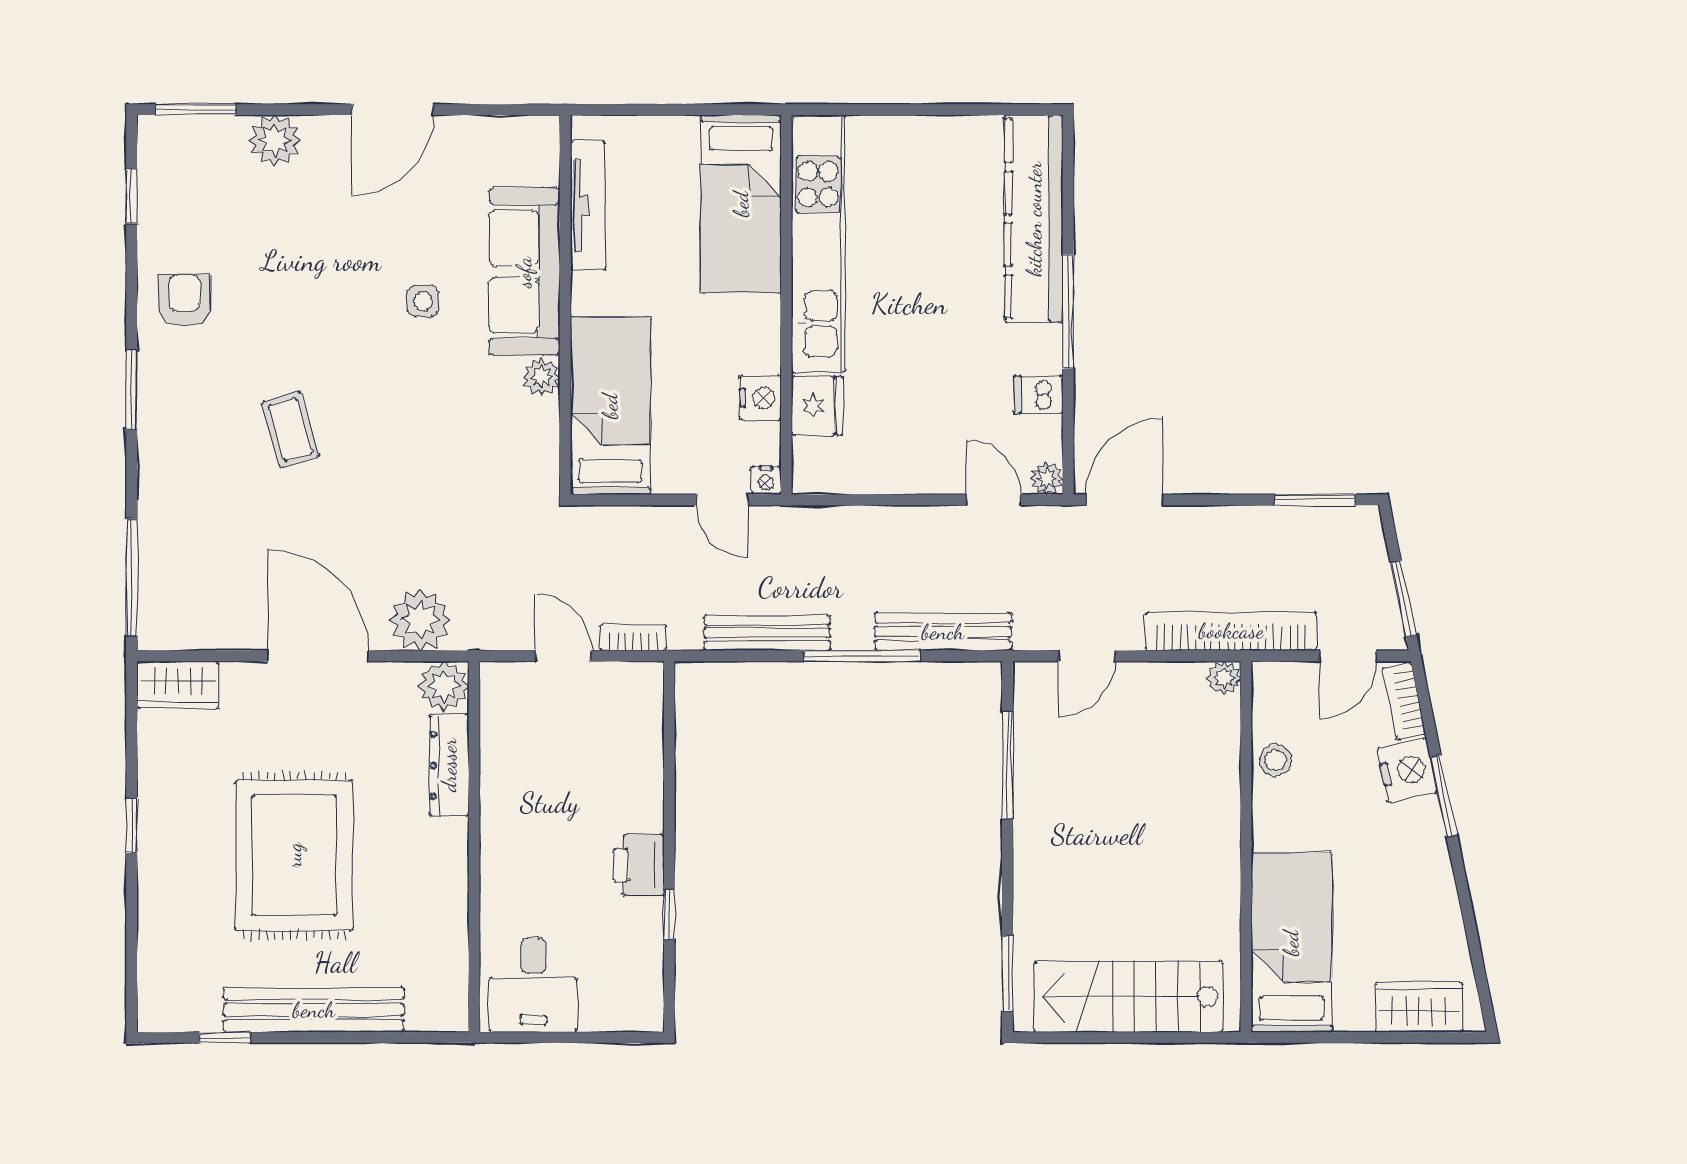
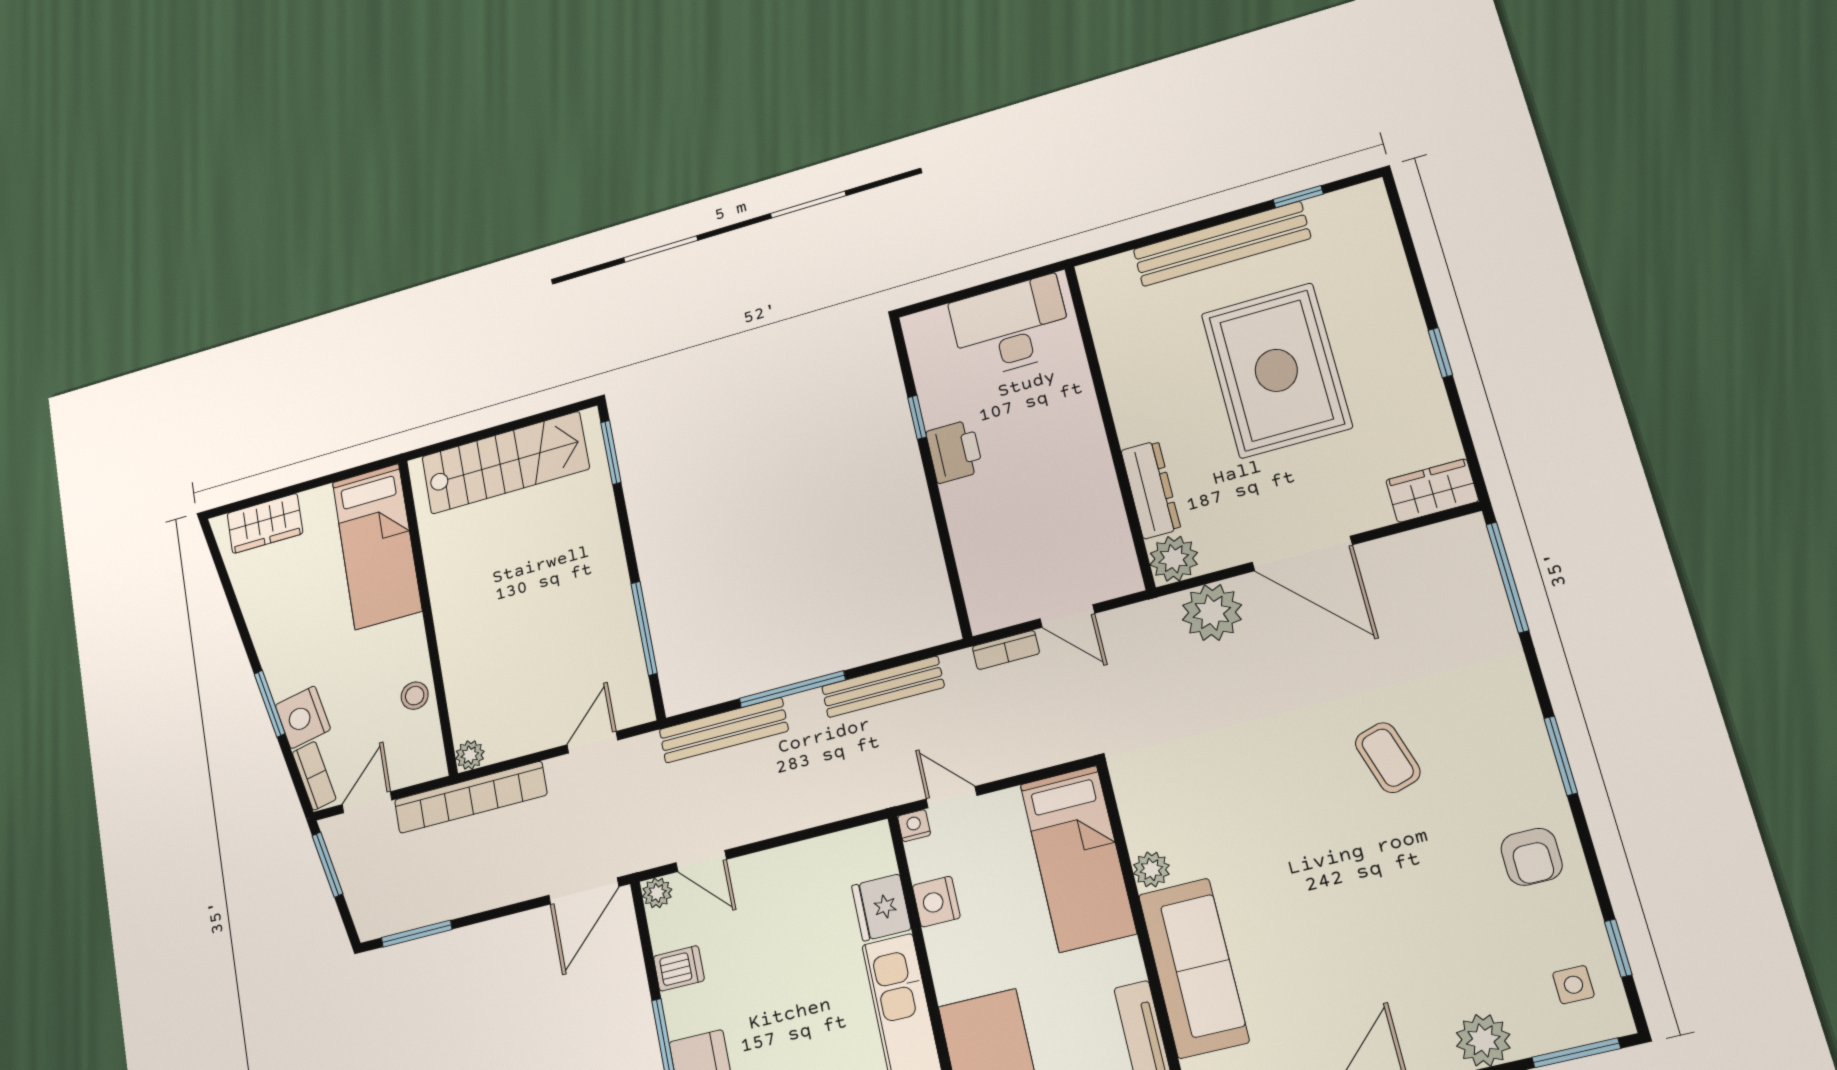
side table: (423, 301) -> (1573, 985), moved
desk: (533, 985) -> (1011, 327), width x1.37

